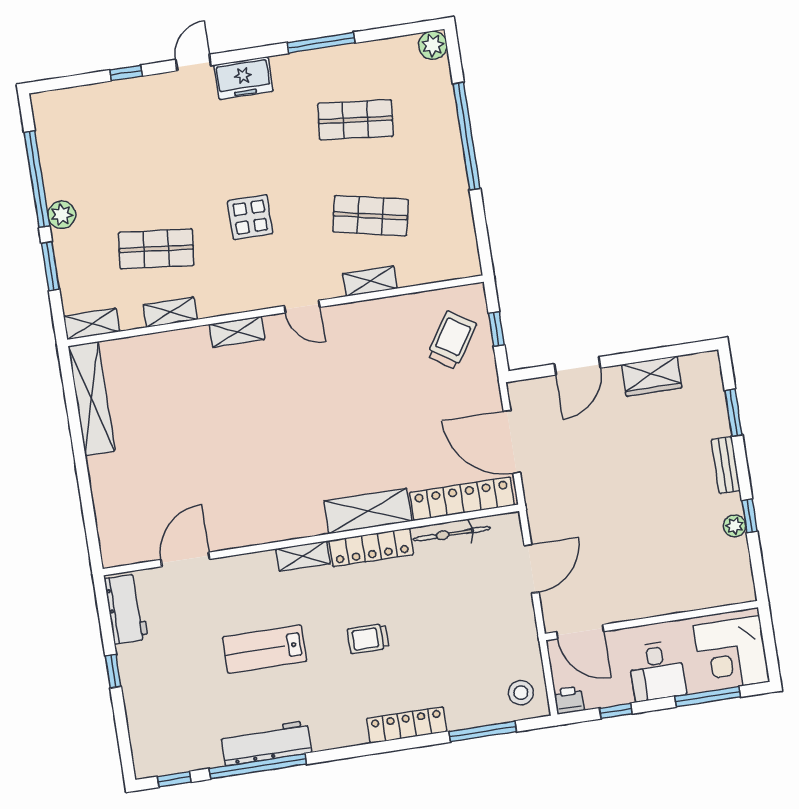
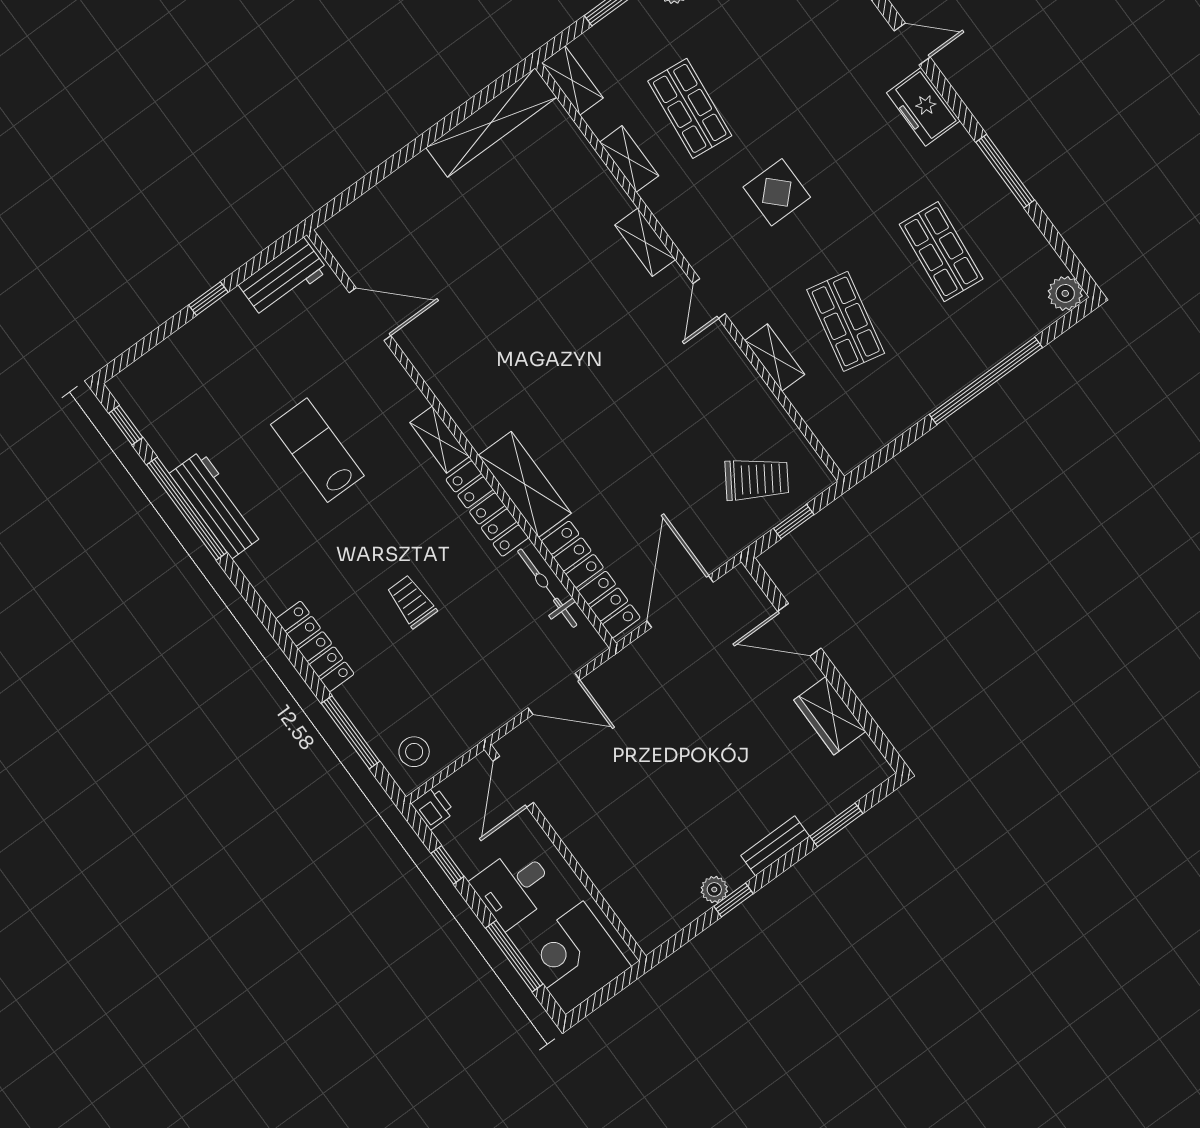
trolley: (368, 639) -> (412, 601), moved

